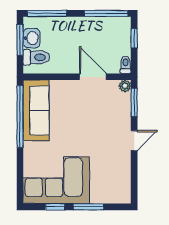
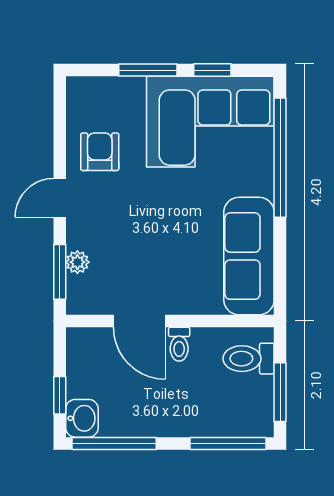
washbasin: (31, 38) -> (82, 418), moved, turned 180
toilet: (126, 65) -> (179, 344), moved
plant: (125, 86) -> (77, 262), moved
window: (20, 116) -> (280, 158), moved
armchair: (113, 164) -> (100, 152), added

